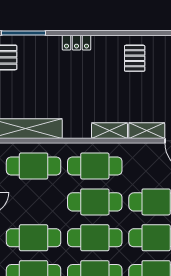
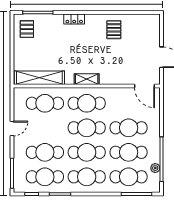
shelving: (110, 131) -> (87, 79), moved
shelving: (147, 131) -> (122, 79), removed

